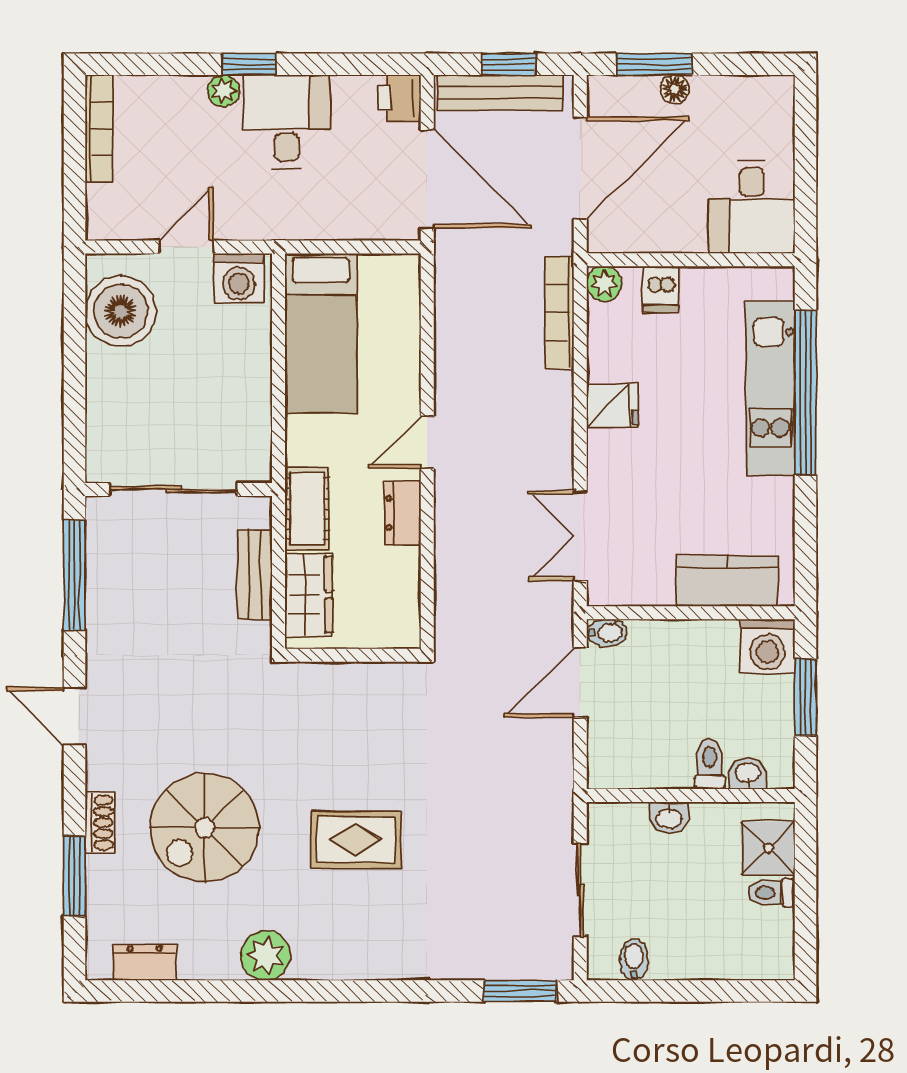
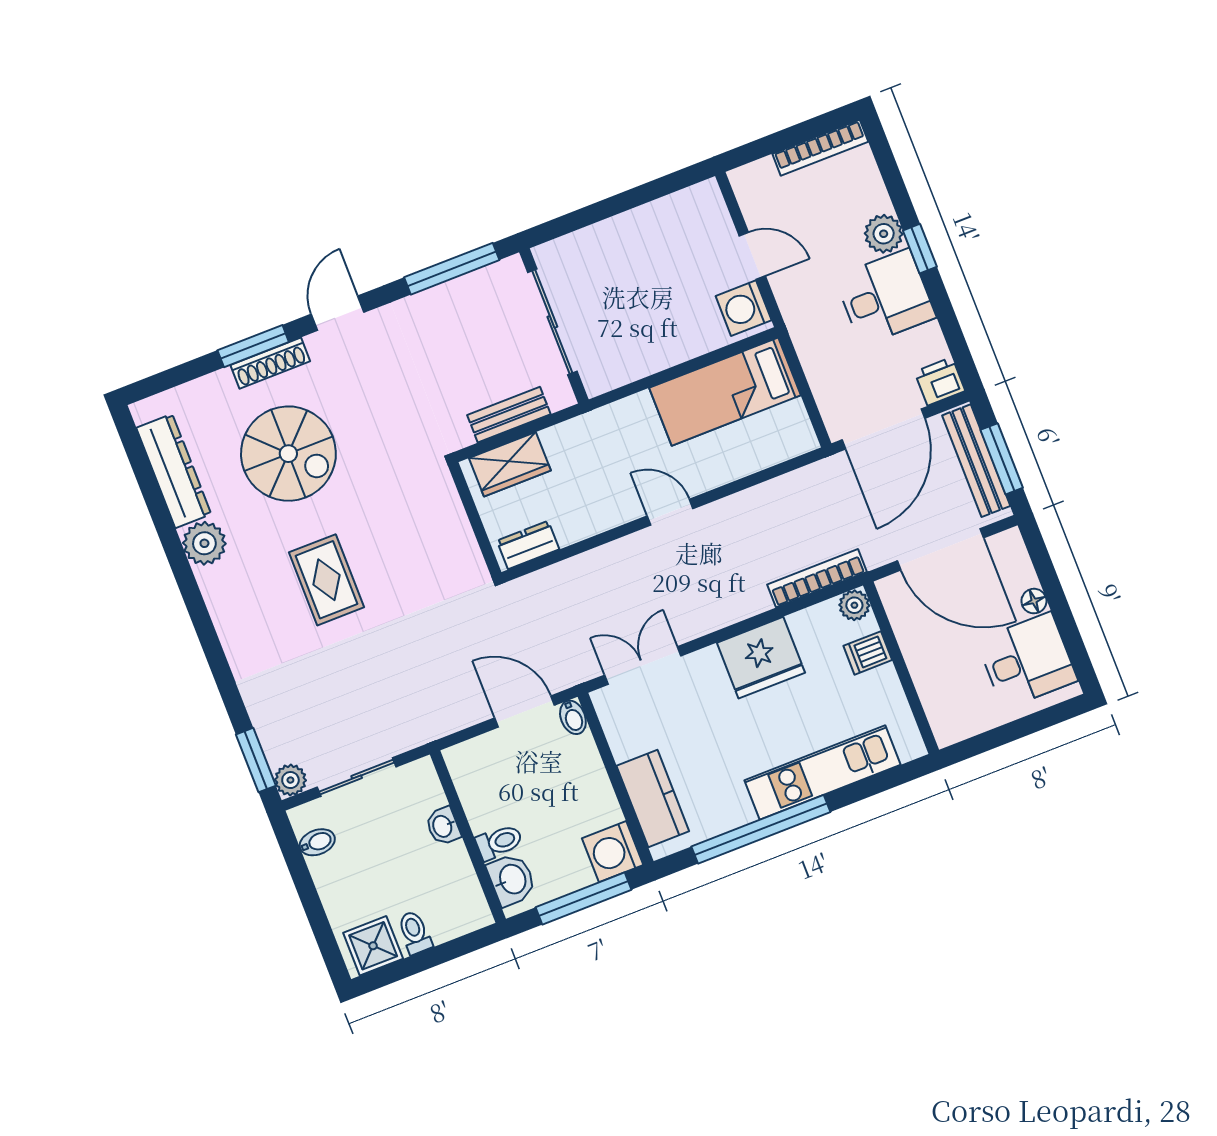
window: (509, 64) -> (1002, 459), width x1.50
window: (654, 64) -> (1048, 577), removed
plant: (224, 91) -> (884, 234), width x1.38, depth x1.38
desk: (752, 207) -> (1027, 661), moved, turned 180
boiler: (121, 311) -> (680, 223), removed
window: (806, 393) -> (761, 829), moved
fridge: (613, 406) -> (761, 658), width x1.88, depth x1.34
cot: (307, 509) -> (579, 436), removed
dresser: (403, 513) -> (528, 545), moved
window: (806, 697) -> (584, 898), width x1.44
washbasin: (748, 773) -> (512, 880), width x1.38, depth x1.45
shoe rack: (100, 823) -> (270, 363), width x1.43
spiral stairs: (205, 828) -> (288, 454), turned 180
shower: (768, 848) -> (373, 946), moved
window: (74, 876) -> (253, 346), moved
plant: (556, 962) -> (290, 780), added
dresser: (145, 963) -> (174, 471), width x1.96, depth x1.24

